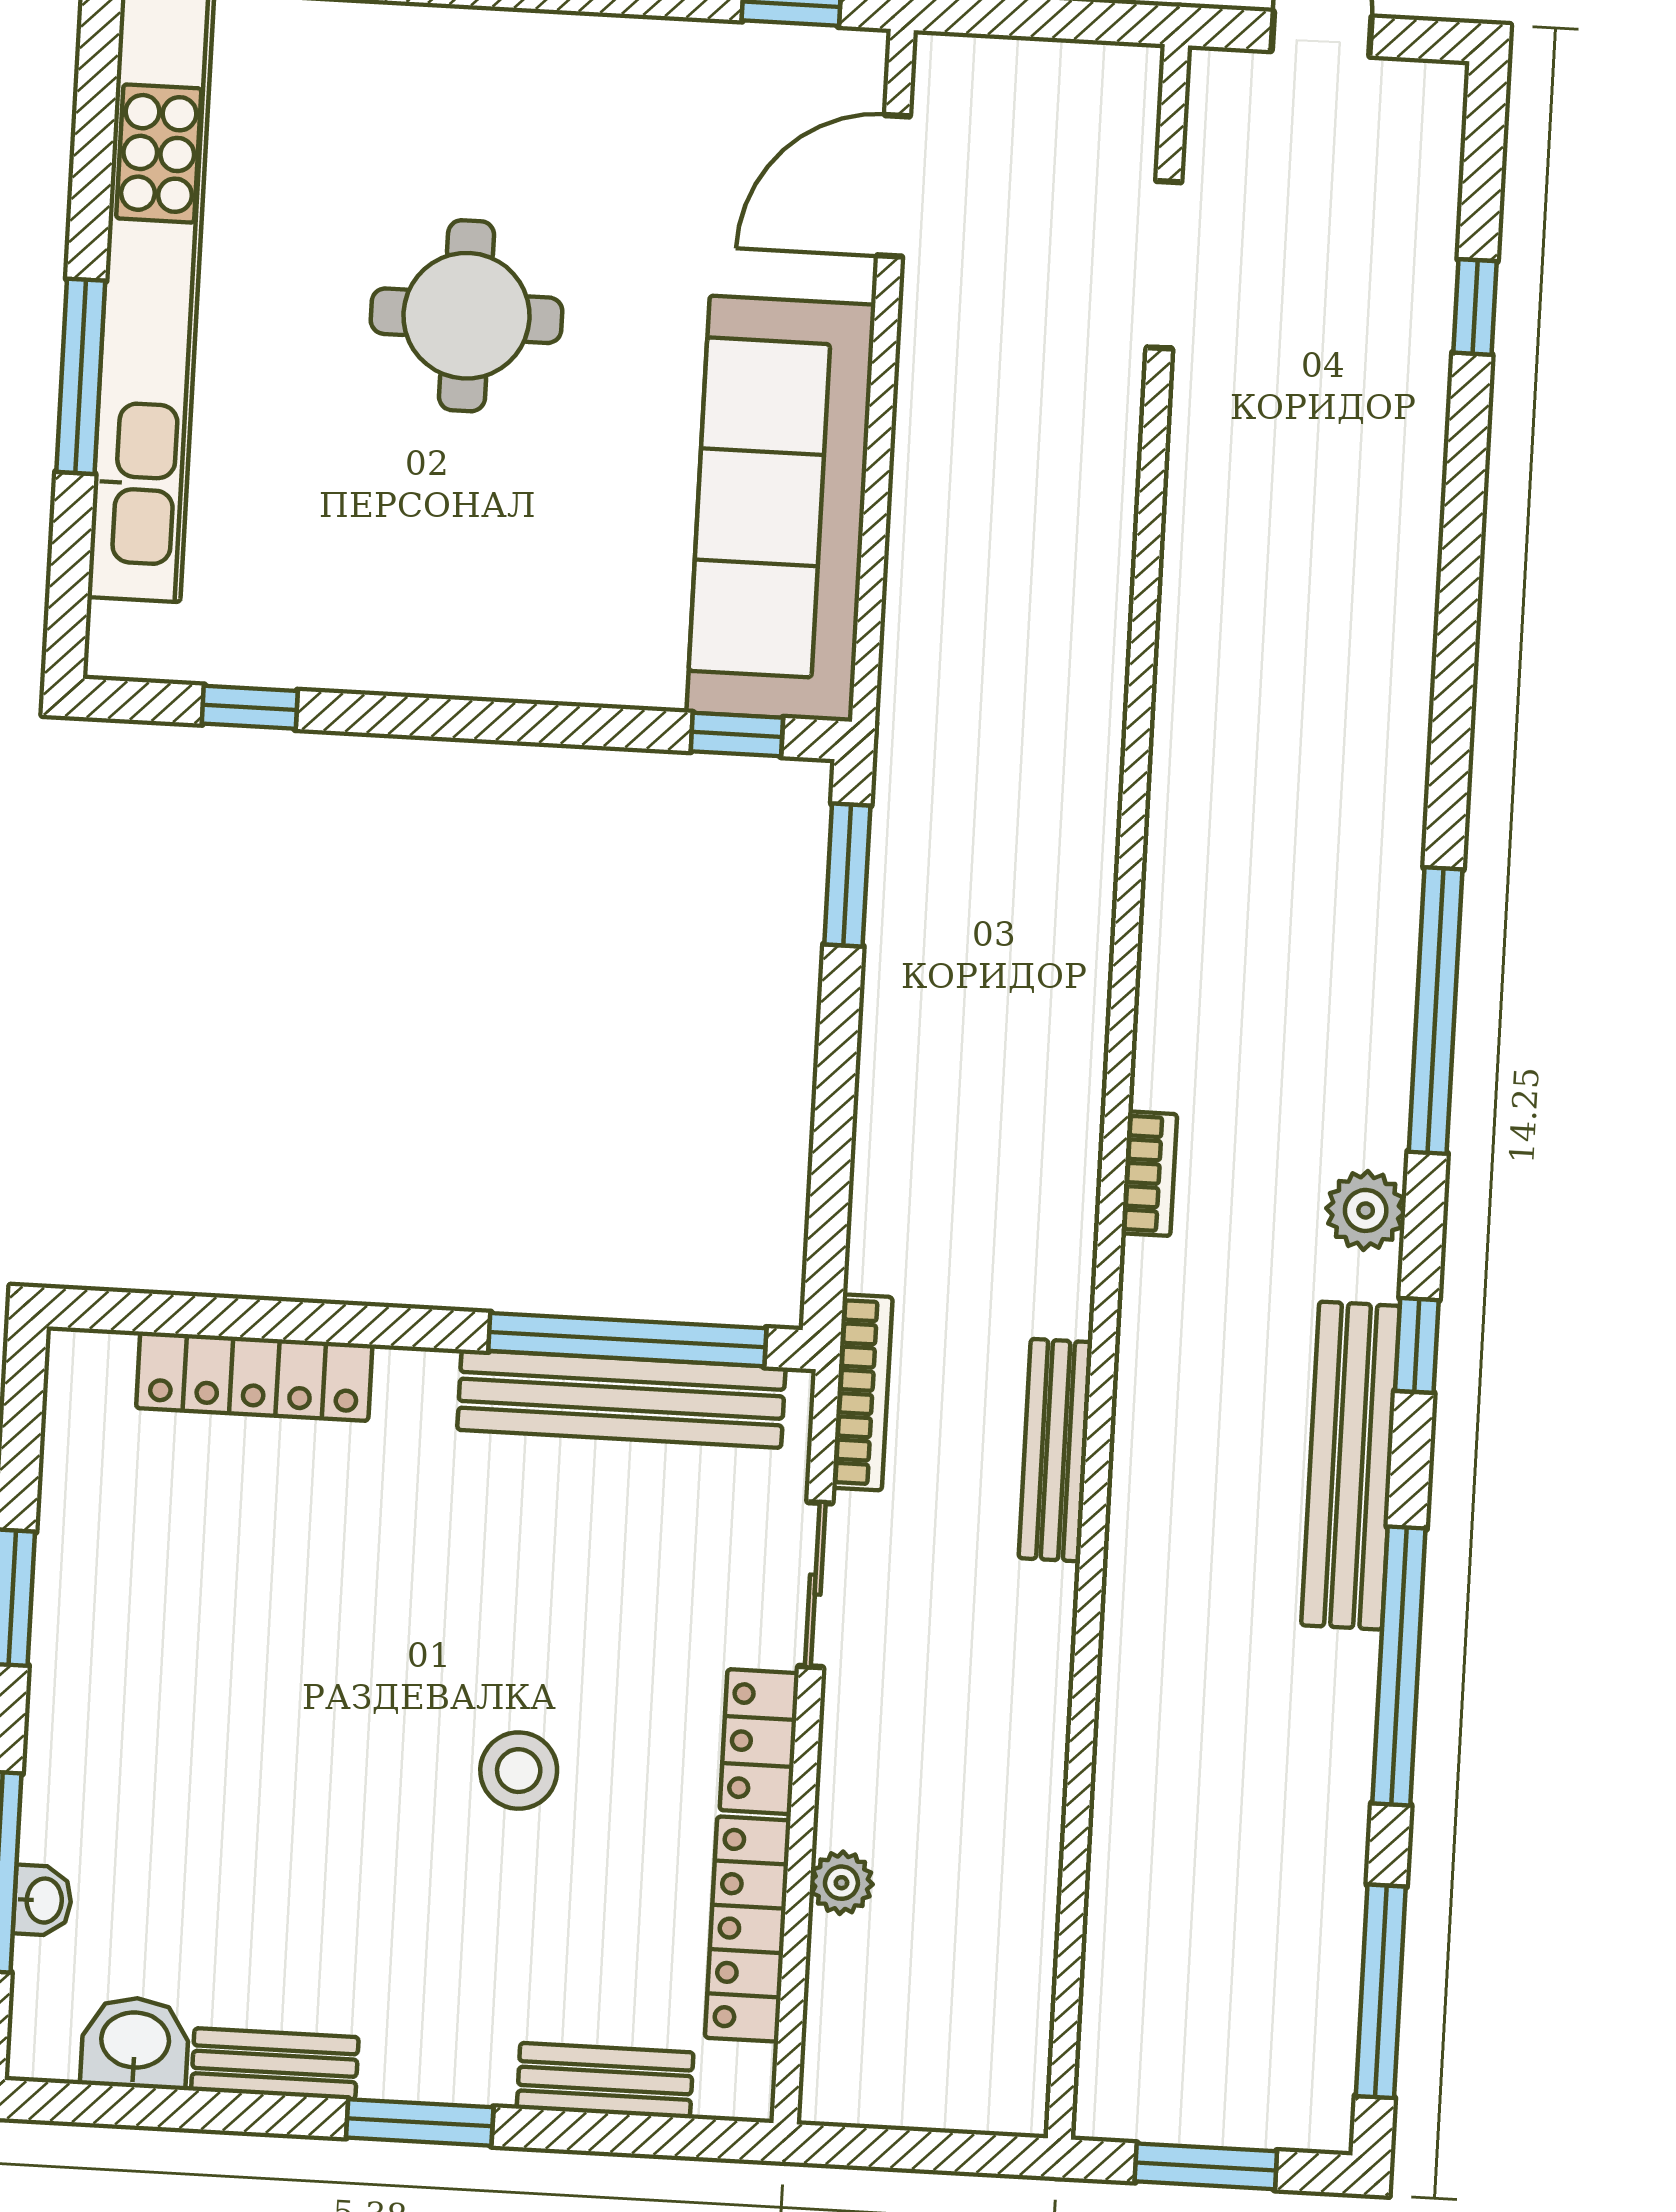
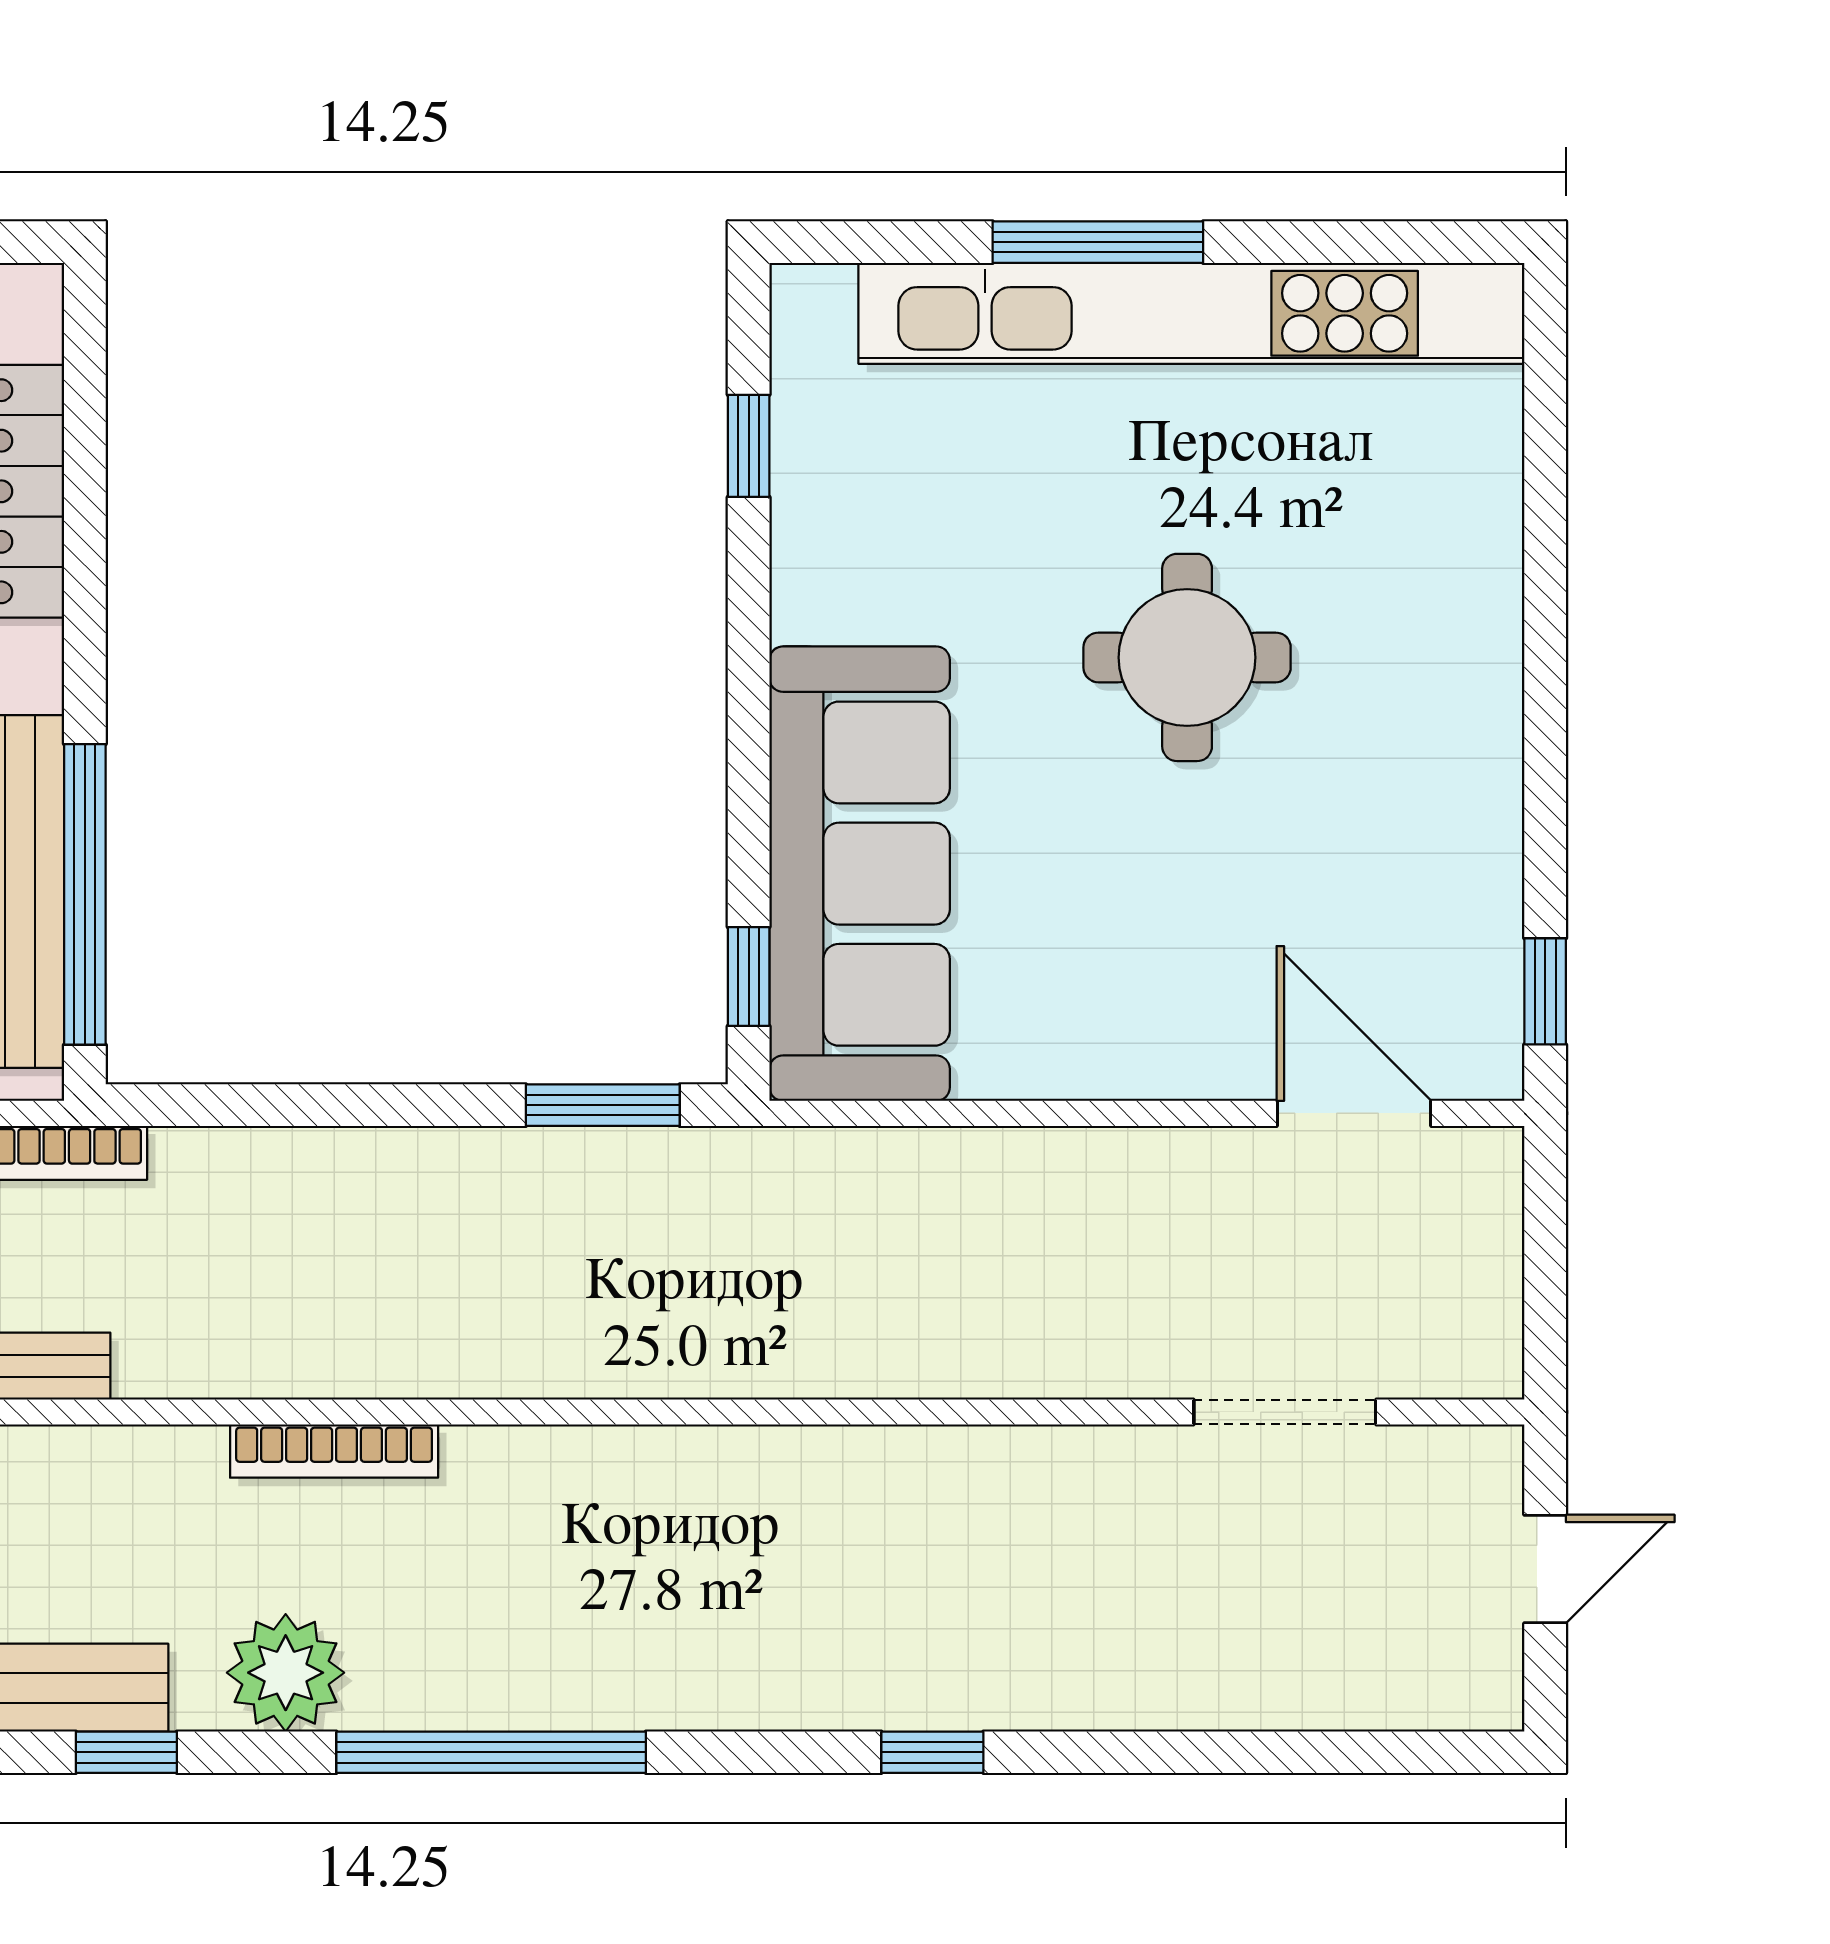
window: (1475, 307) -> (932, 1752), moved
sofa: (781, 509) -> (860, 874), moved, turned 90
bookcase: (1149, 1174) -> (334, 1451), width x1.56
plant: (1366, 1210) -> (286, 1673), width x1.36, depth x1.36

